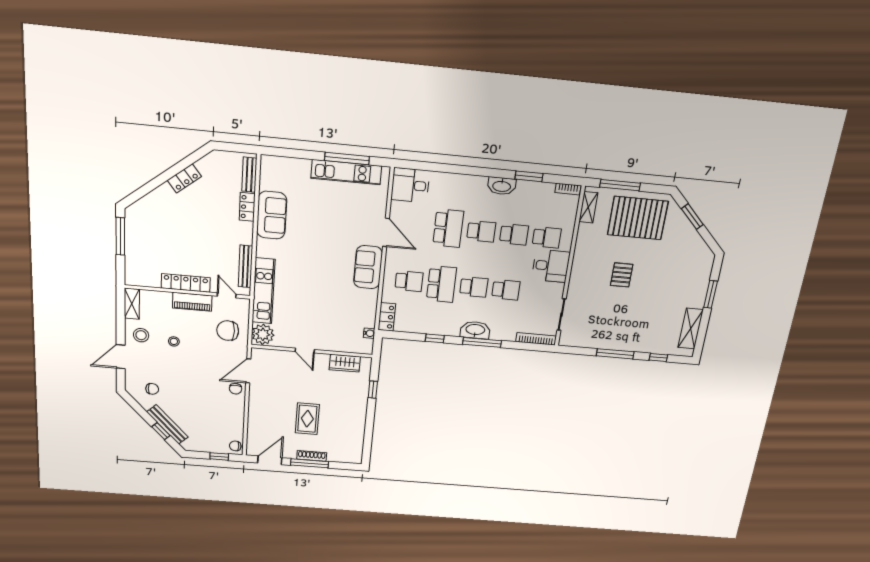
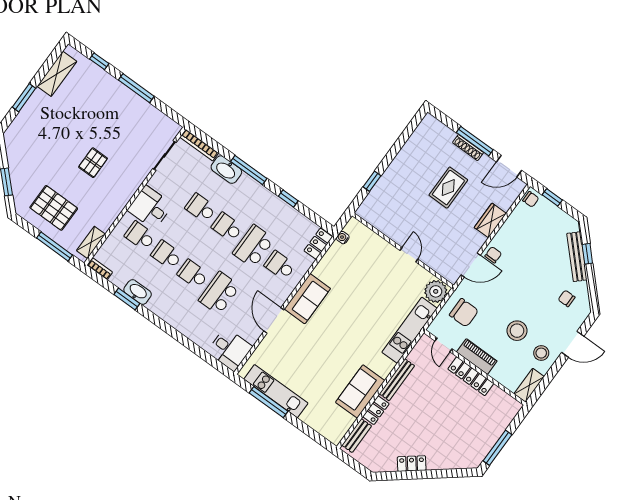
washbasin: (502, 186) -> (138, 292), moved
pallet: (638, 218) -> (54, 208), width x0.73, depth x0.71
bench: (245, 266) -> (397, 380), moved
washbasin: (475, 330) -> (226, 170), moved
stool: (174, 341) -> (517, 331), width x1.89, depth x1.89
wardrobe: (345, 363) -> (490, 220), moved, turned -90

